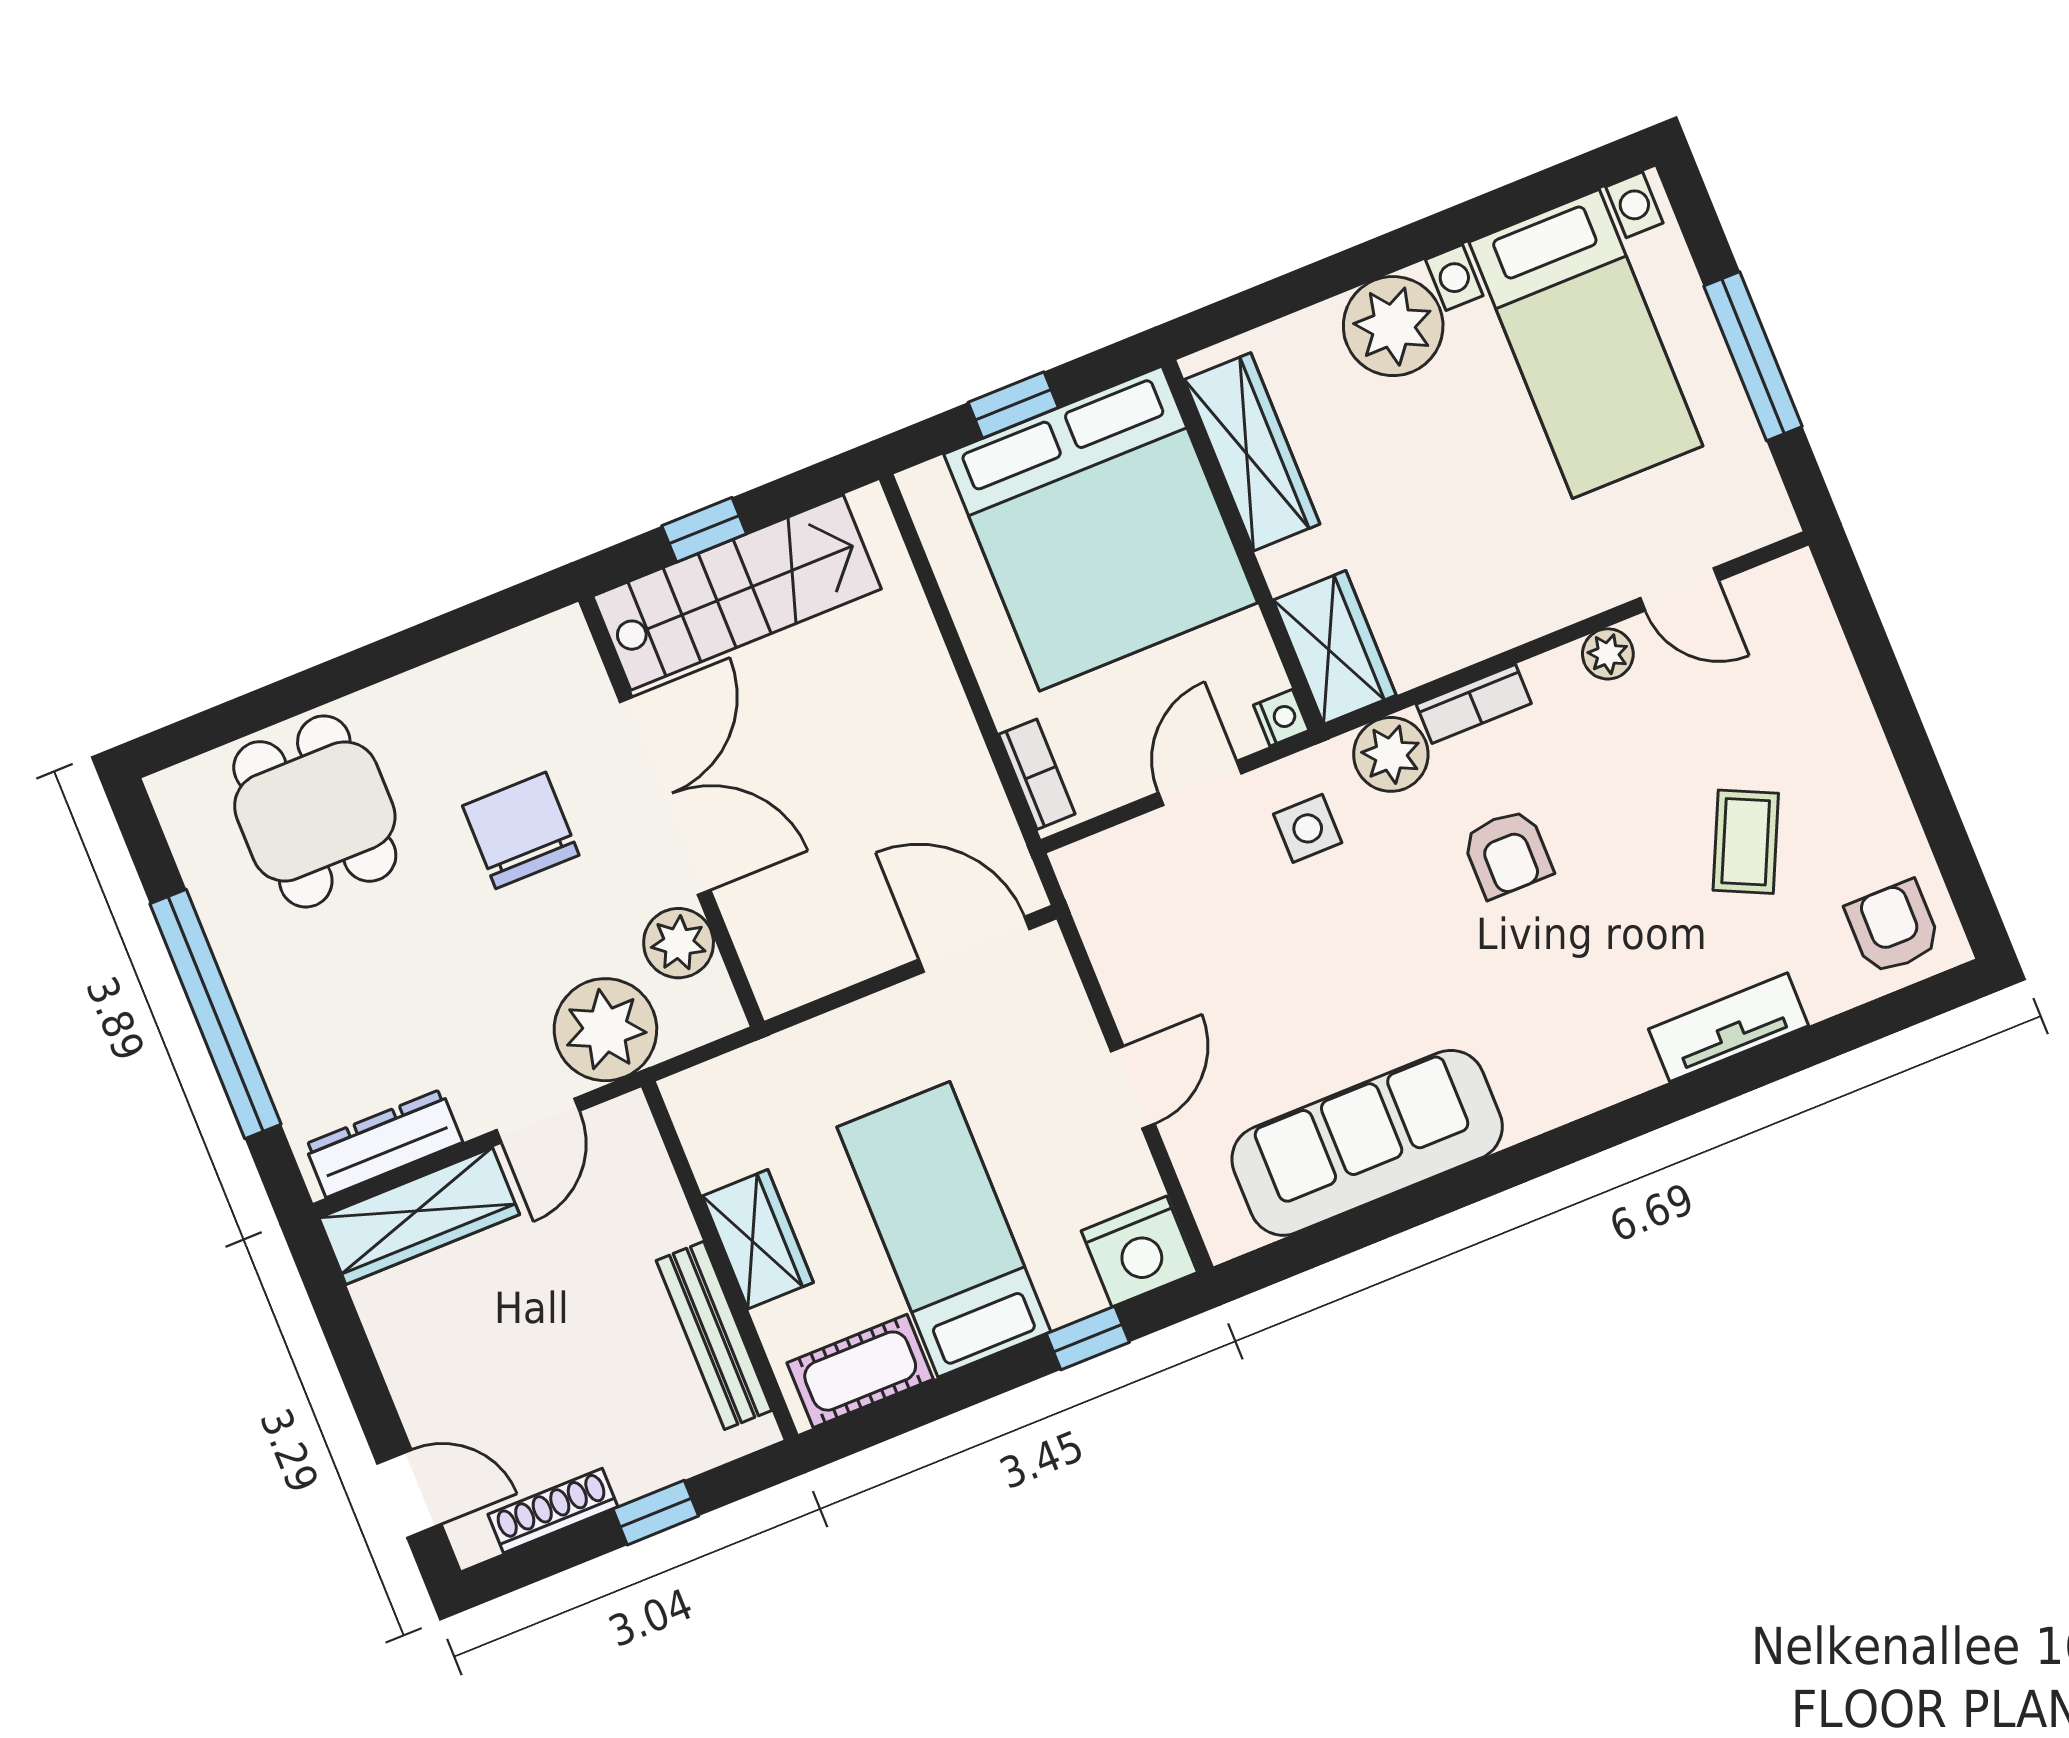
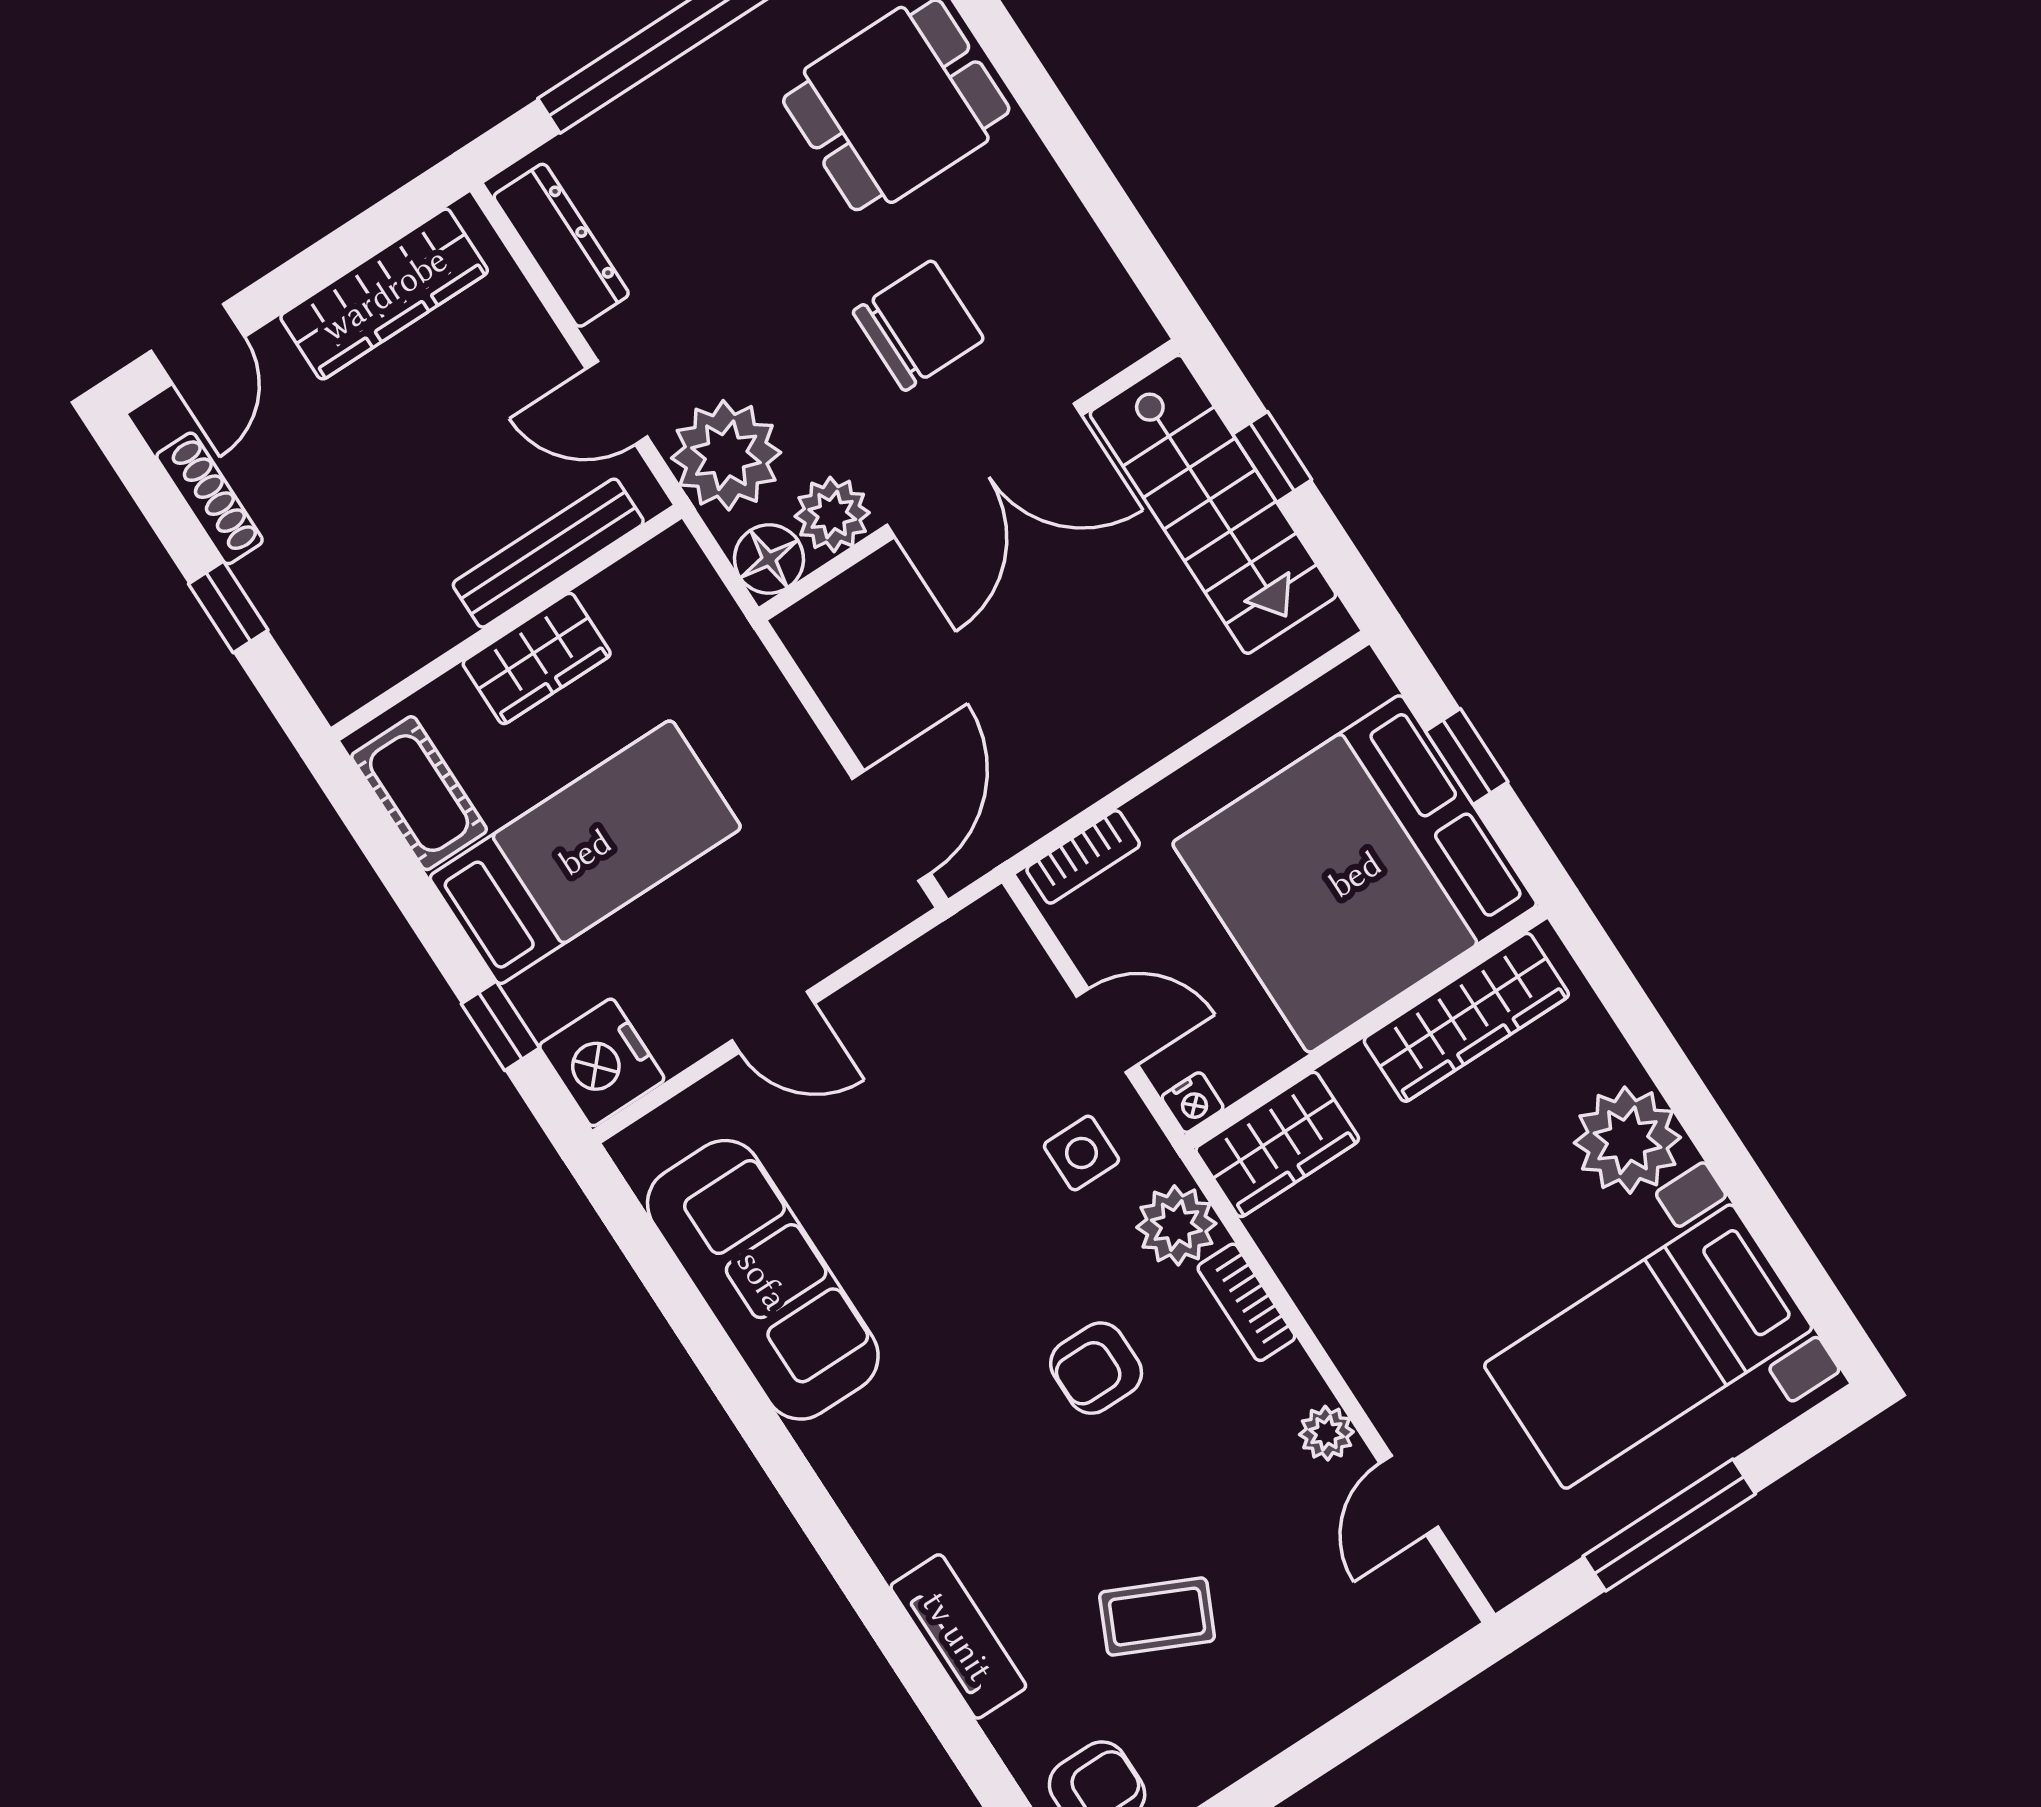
floor lamp: (708, 1009) -> (769, 559), added
wardrobe: (419, 1216) -> (384, 294), moved, turned -90
bench: (714, 1335) -> (548, 553), moved

